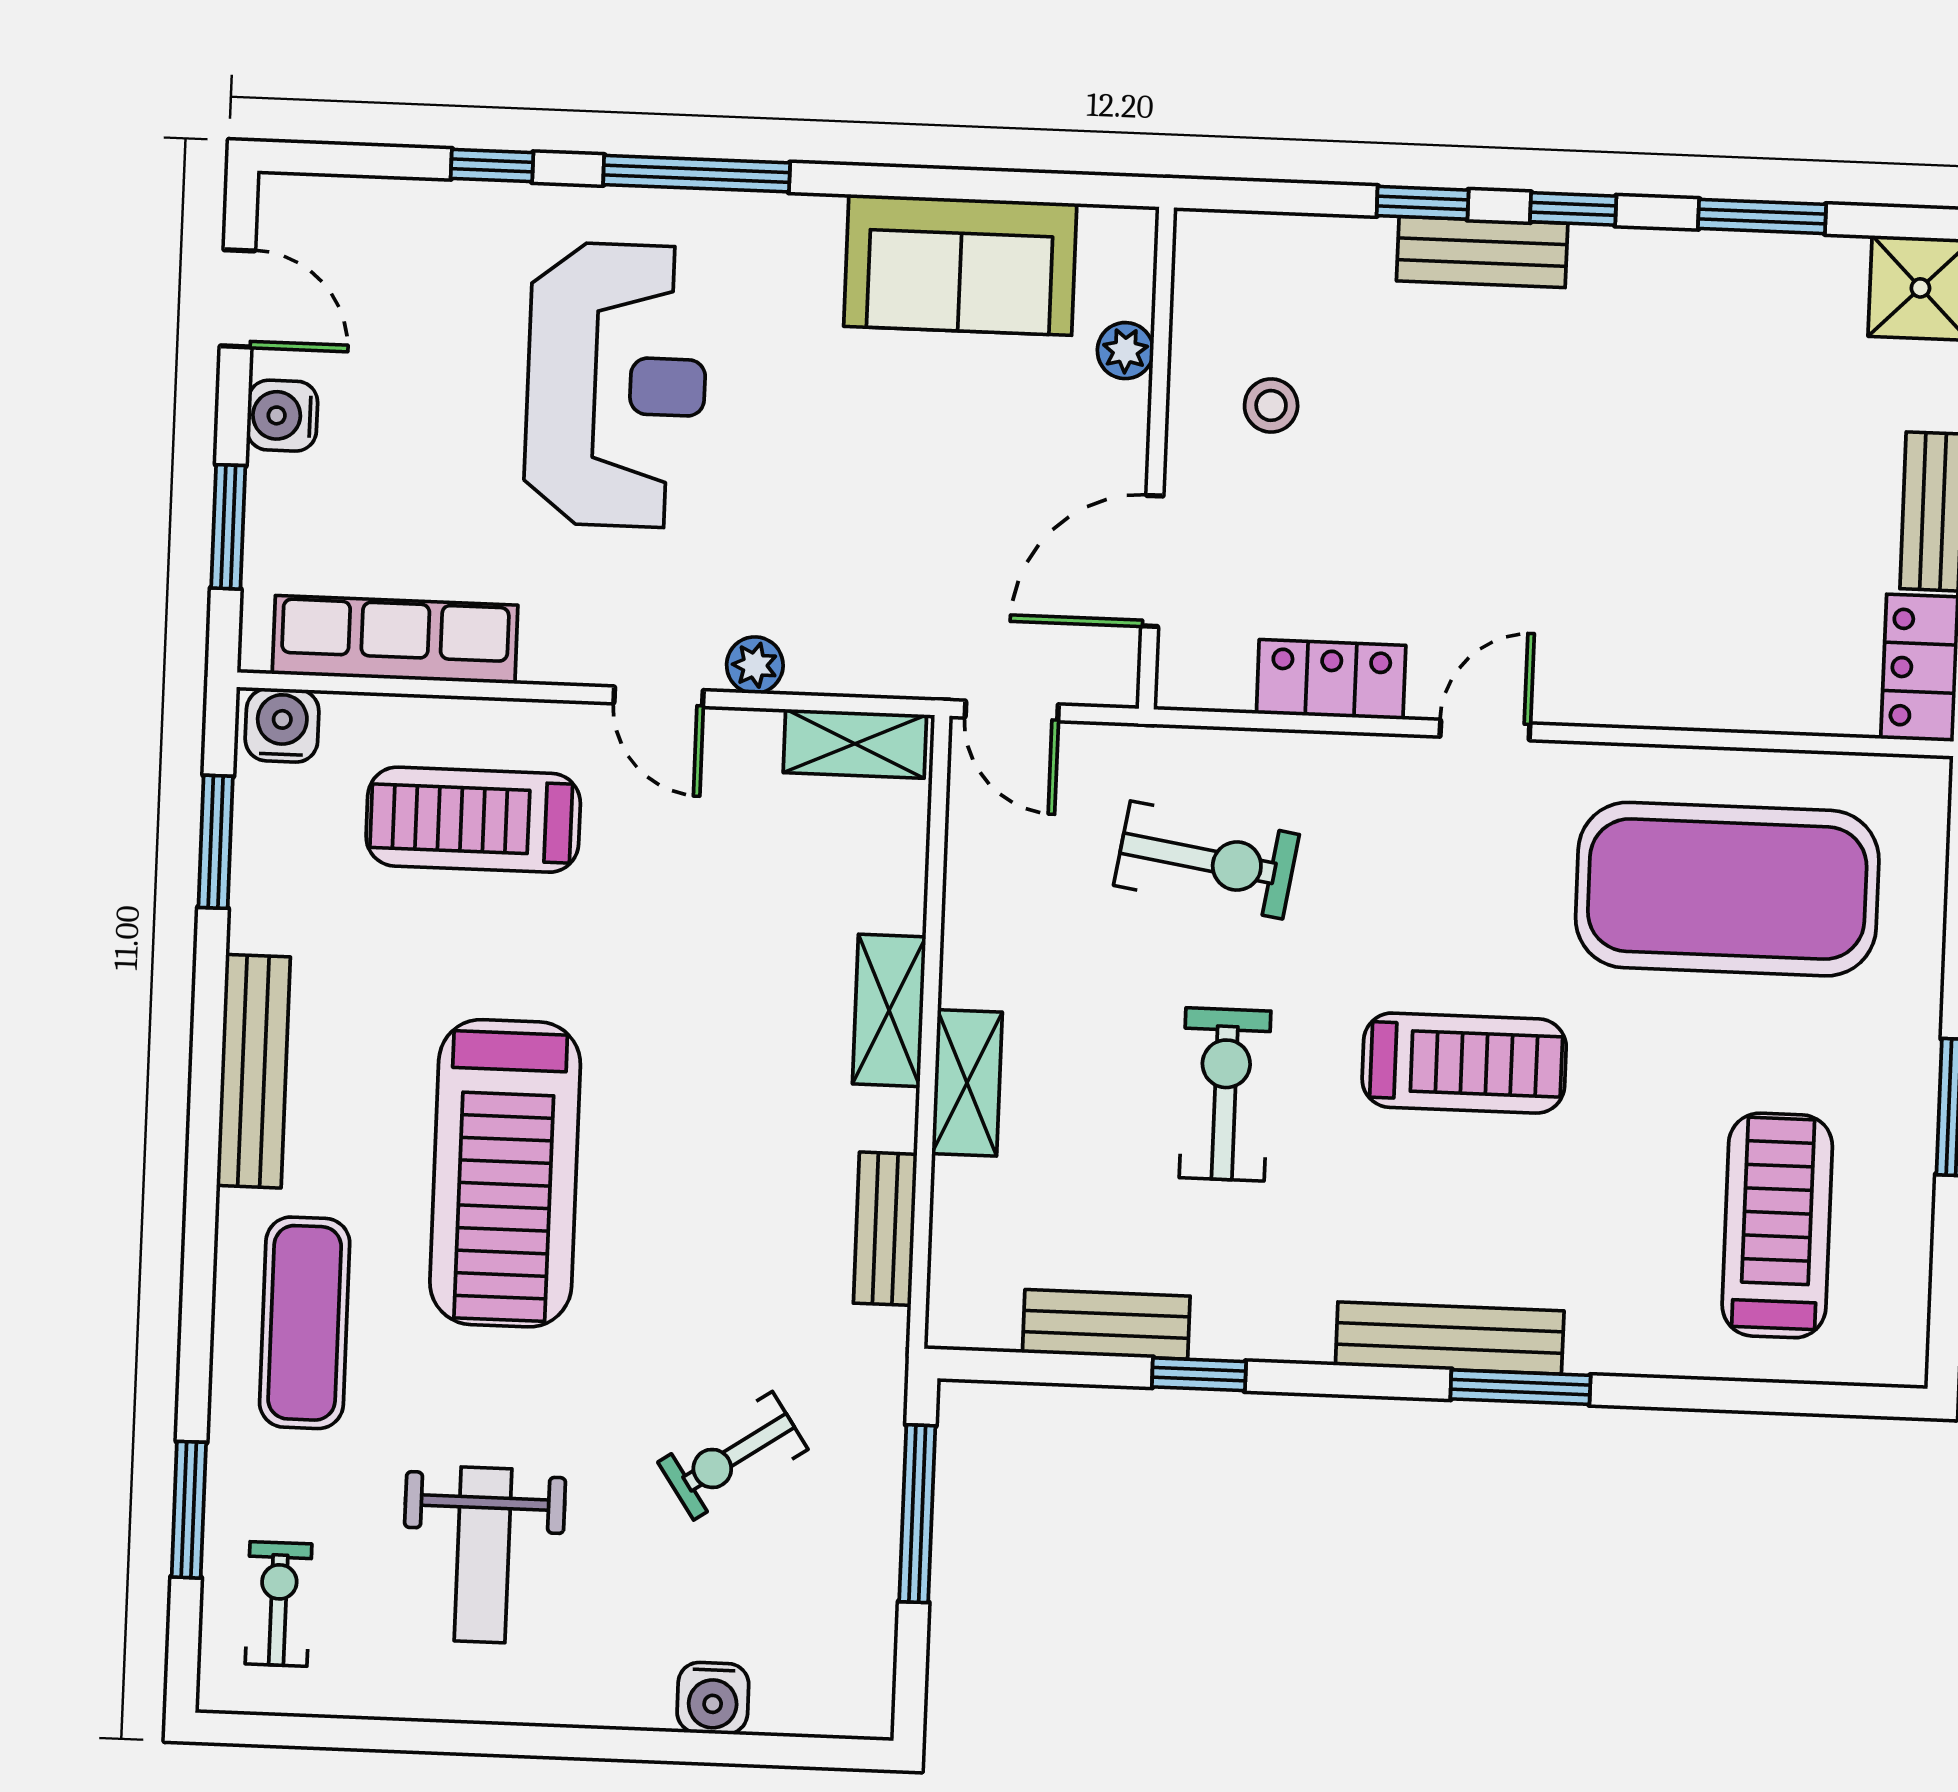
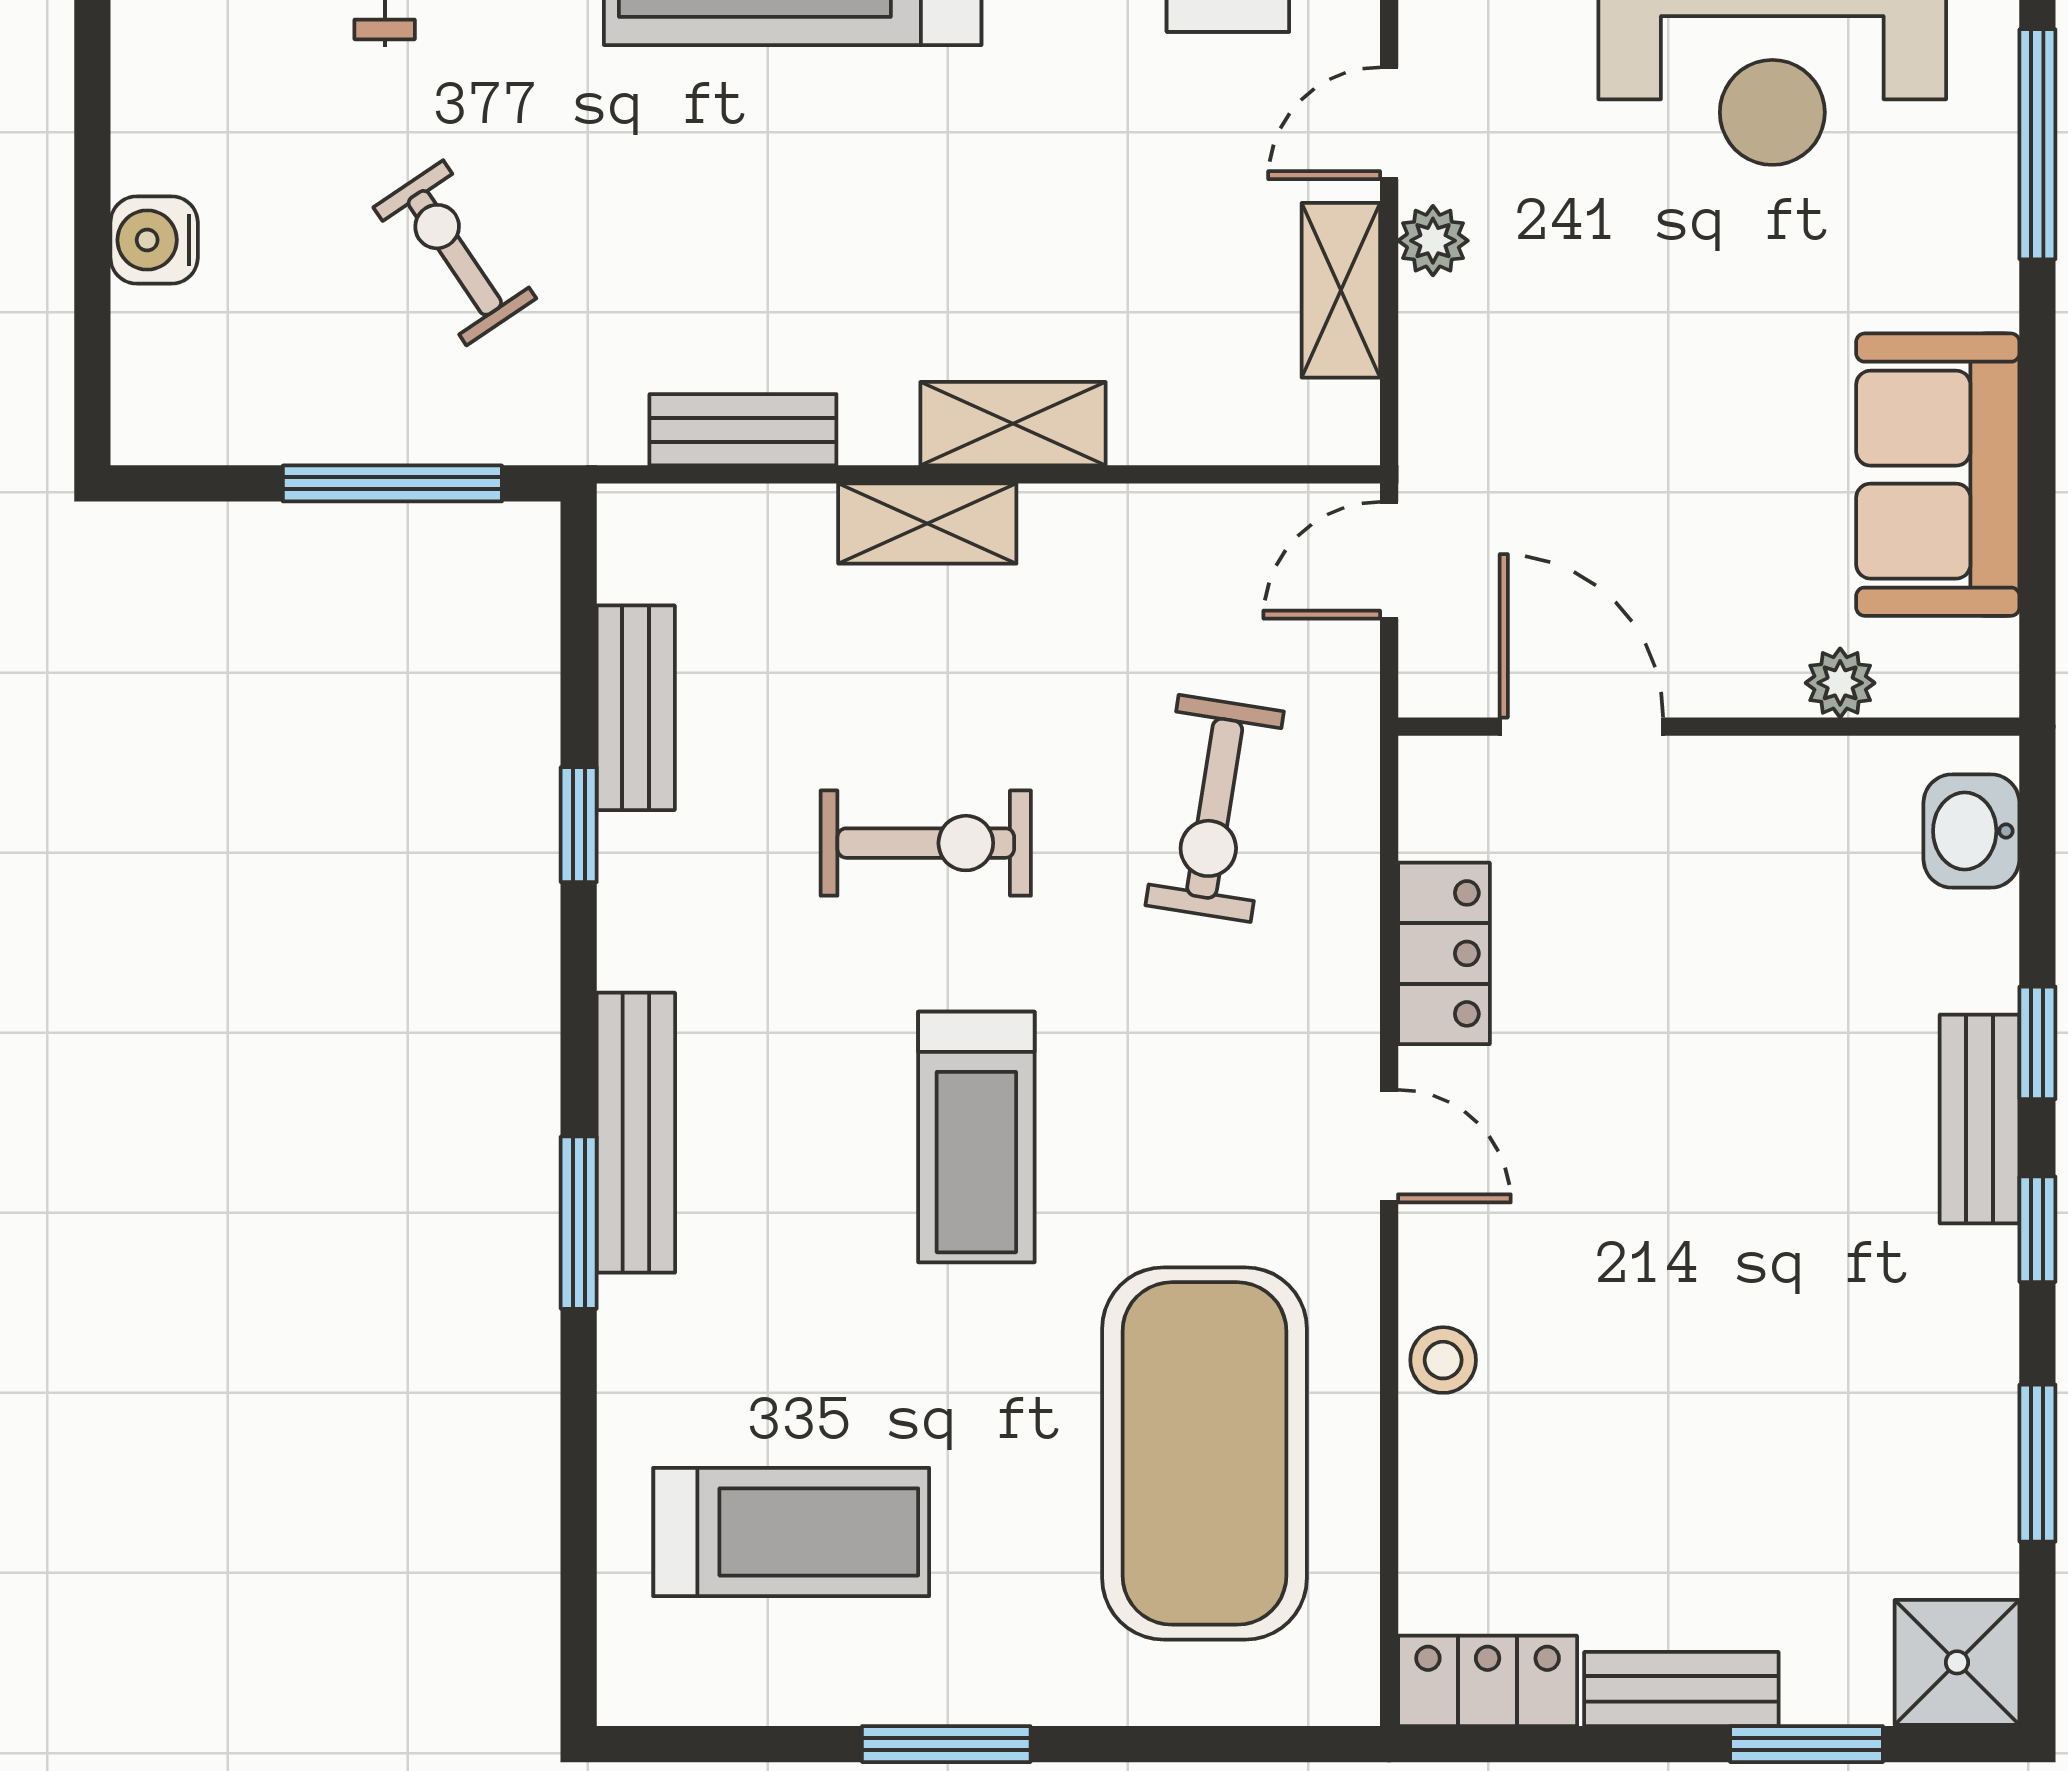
washbasin: (1249, 249) -> (1971, 831), added
stool: (1271, 405) -> (1443, 1360), moved
shelving: (855, 744) -> (1341, 290), moved

